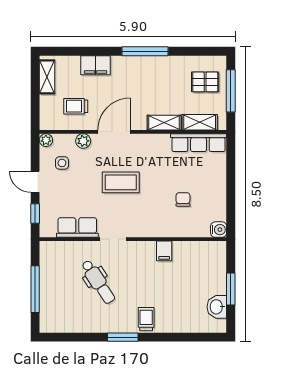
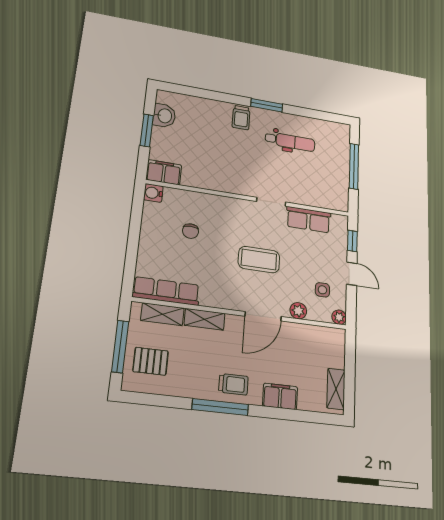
trolley: (76, 106) -> (233, 384), moved
filing cabinet: (164, 251) -> (164, 172), moved, width x2.00
dental chair: (98, 282) -> (290, 142), moved, turned 123

